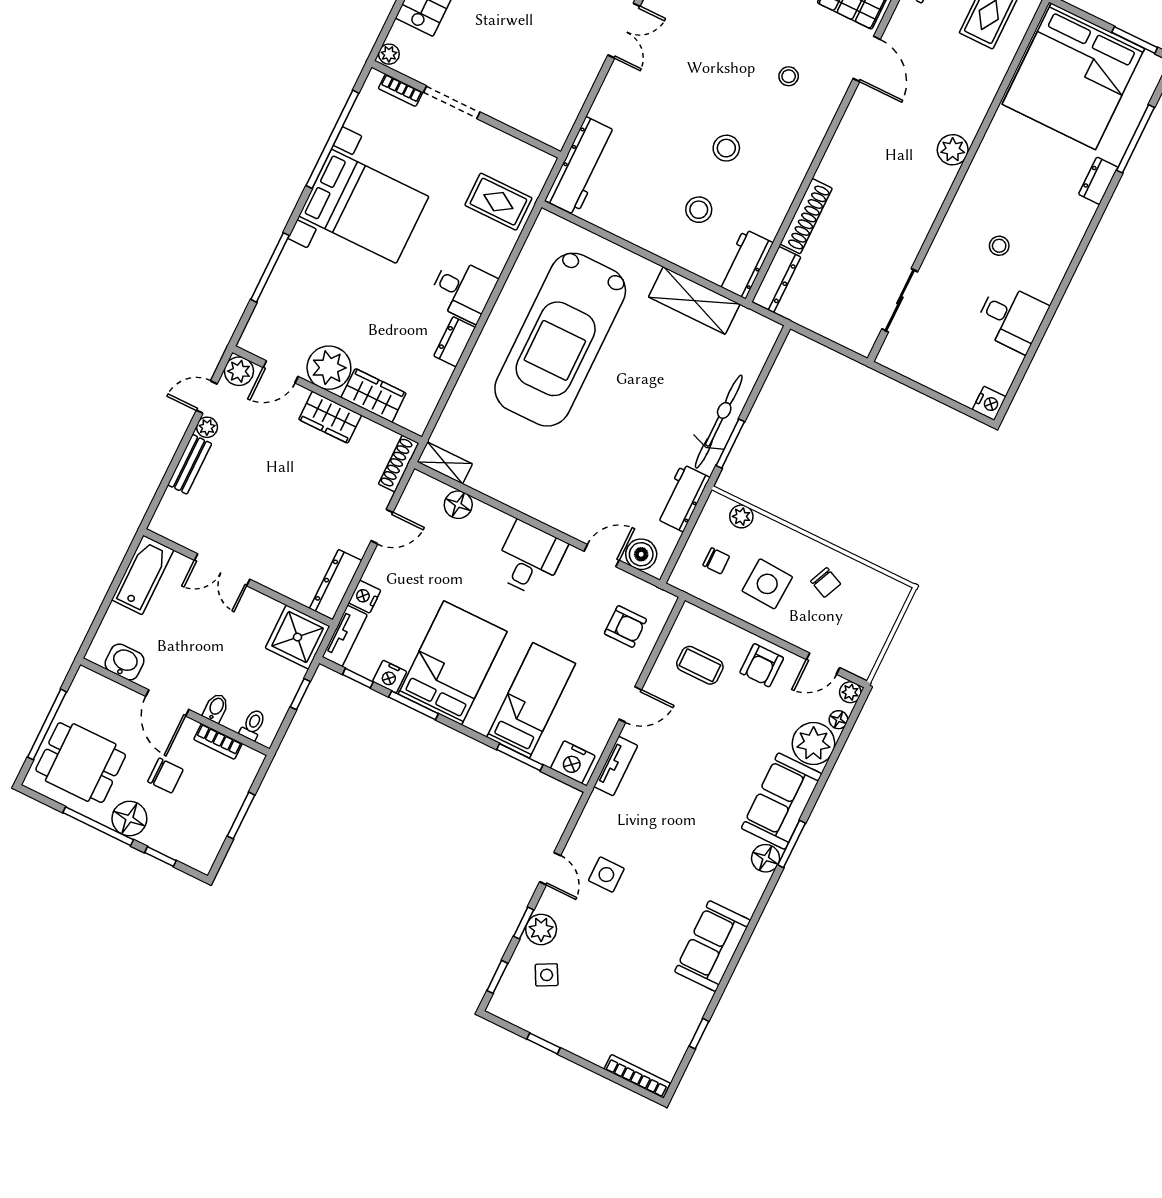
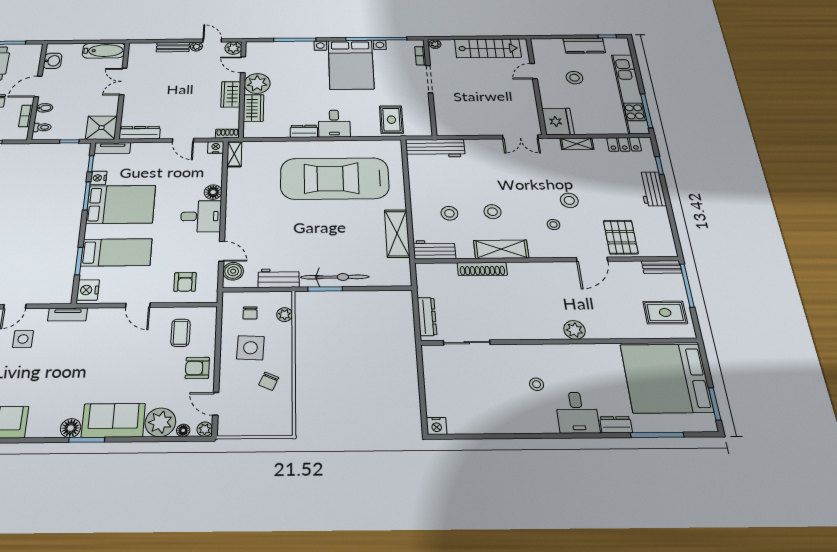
stool: (763, 29) -> (569, 200), added
shelving: (790, 172) -> (501, 249), added
dresser: (776, 280) -> (427, 317), moved, turned -90
desk: (1011, 318) -> (577, 413), moved
shoe rack: (399, 464) -> (227, 134), width x0.70
floor lamp: (458, 505) -> (213, 192), moved
nightstand: (365, 597) -> (216, 147), moved
tv unit: (616, 766) -> (68, 314), moved

